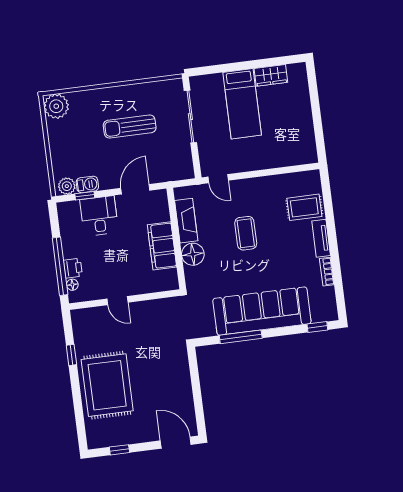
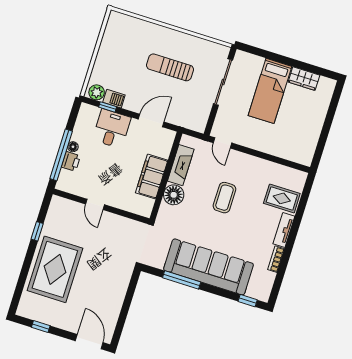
plant: (56, 106) -> (118, 23), removed
floor lamp: (72, 285) -> (73, 147), moved

